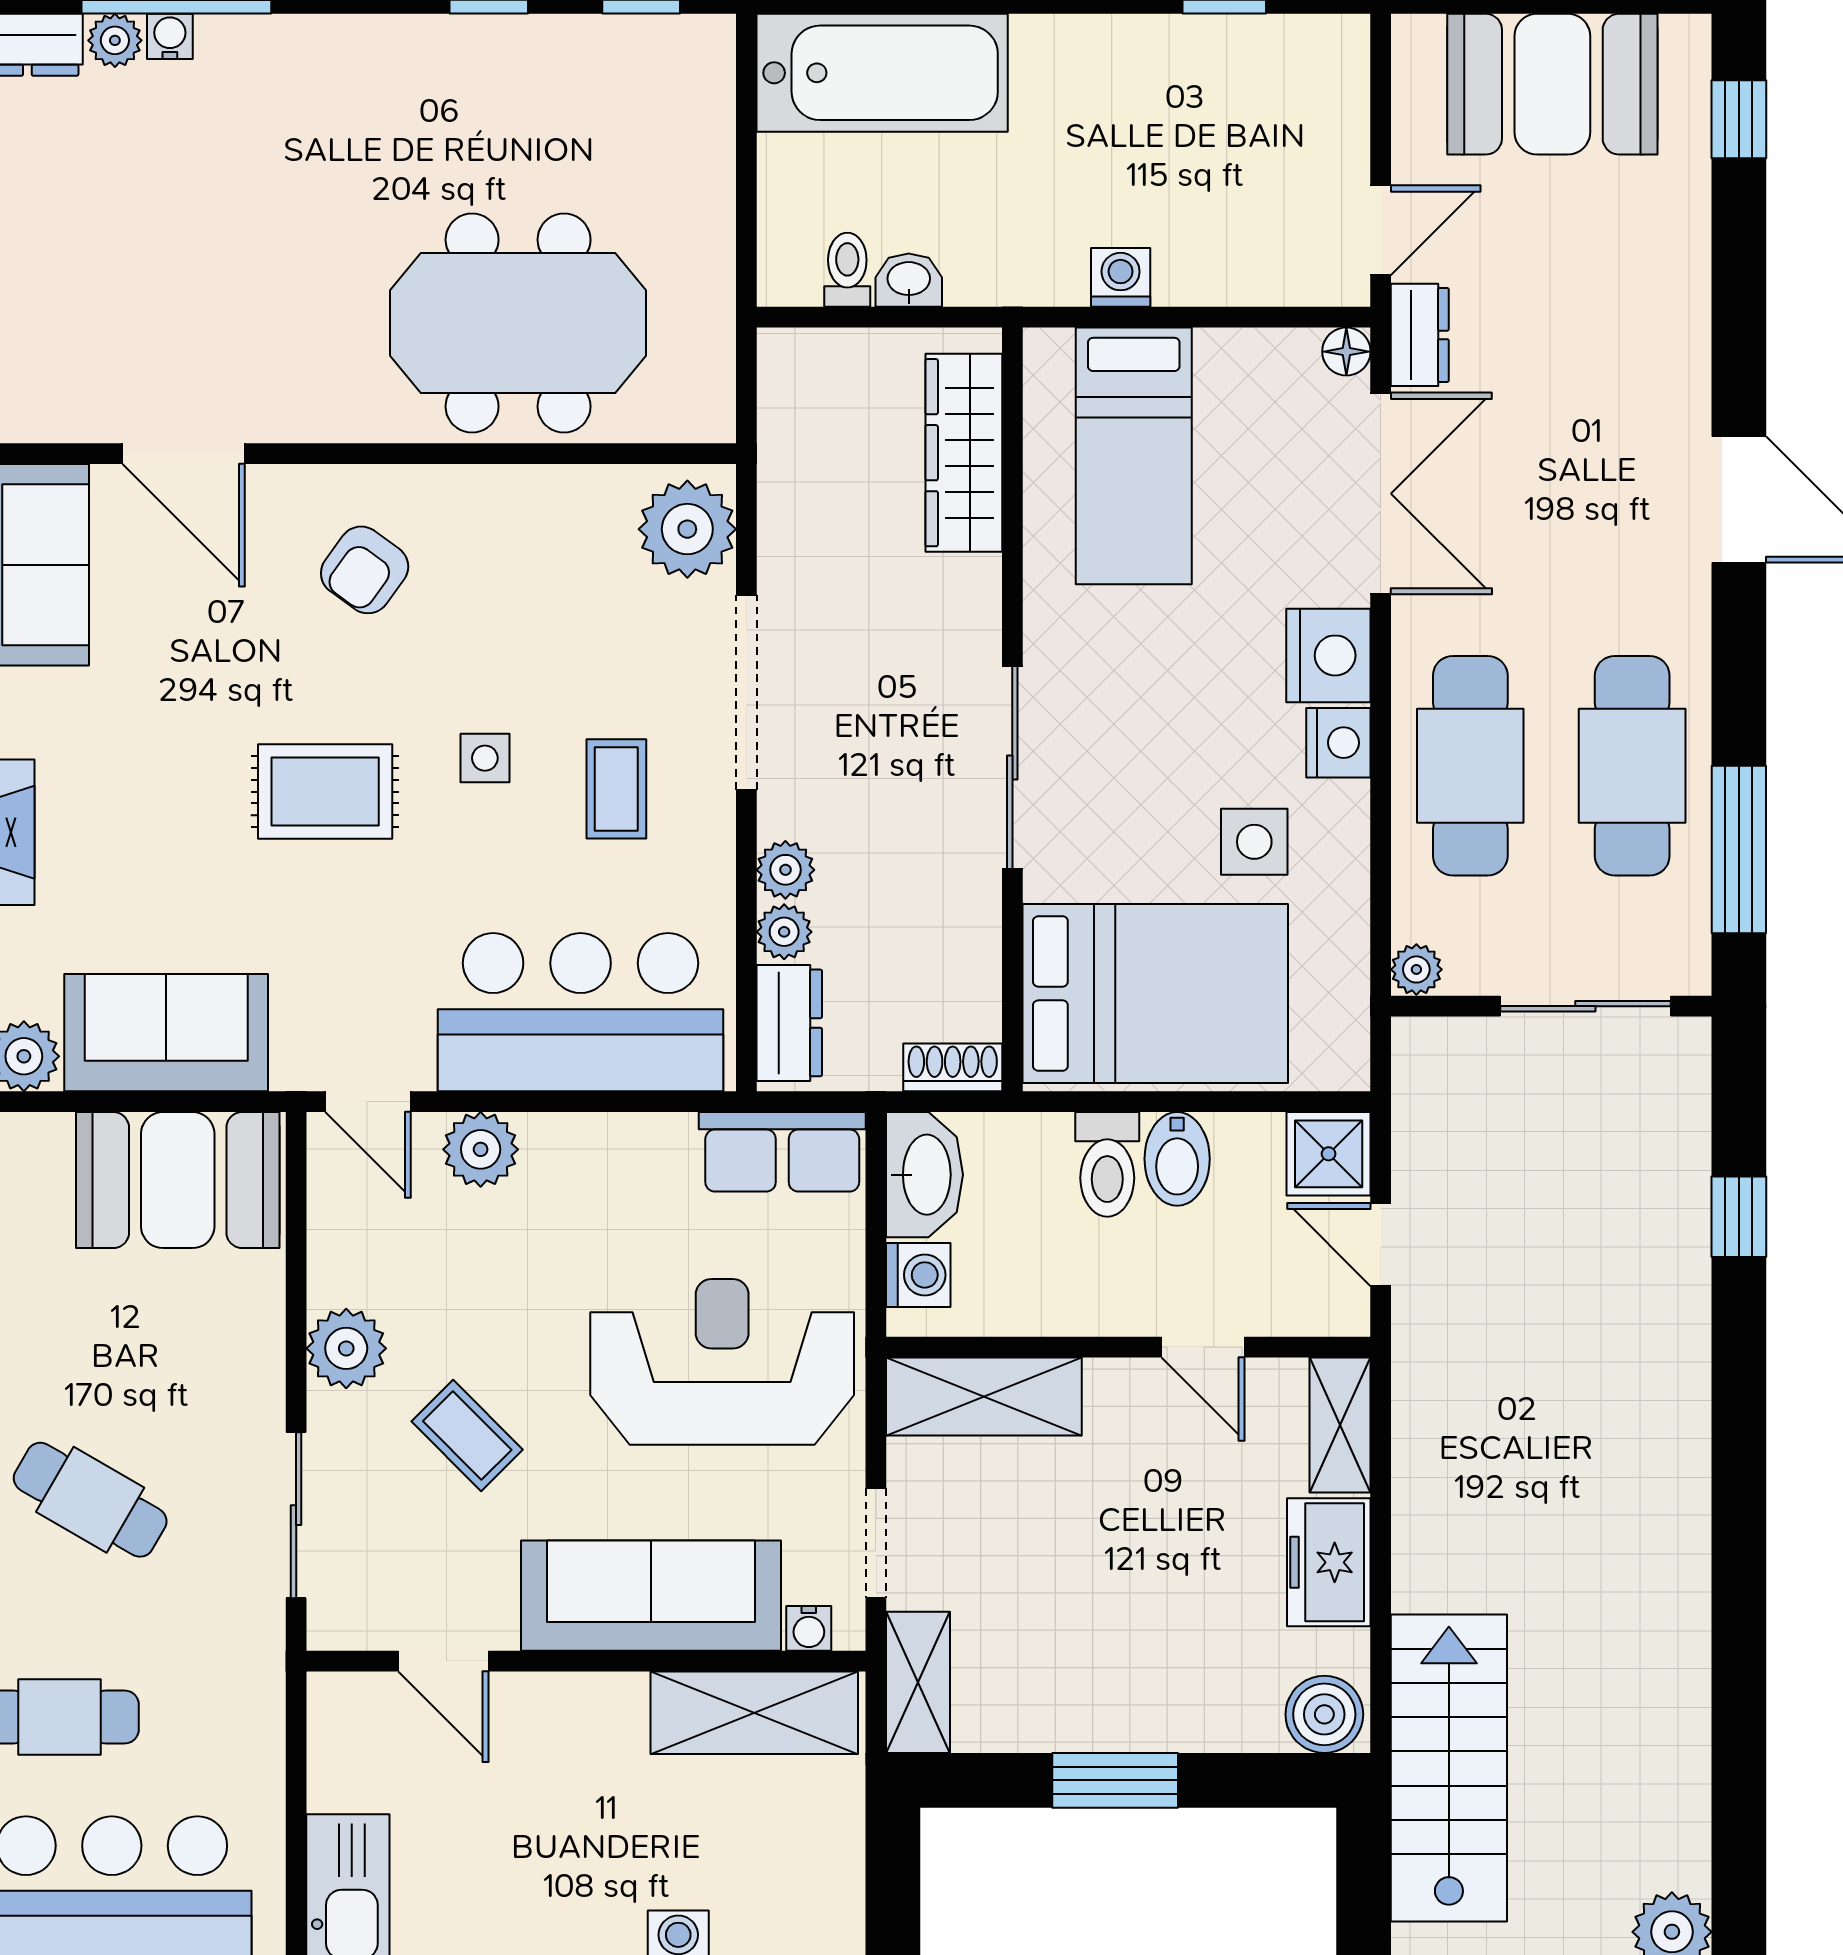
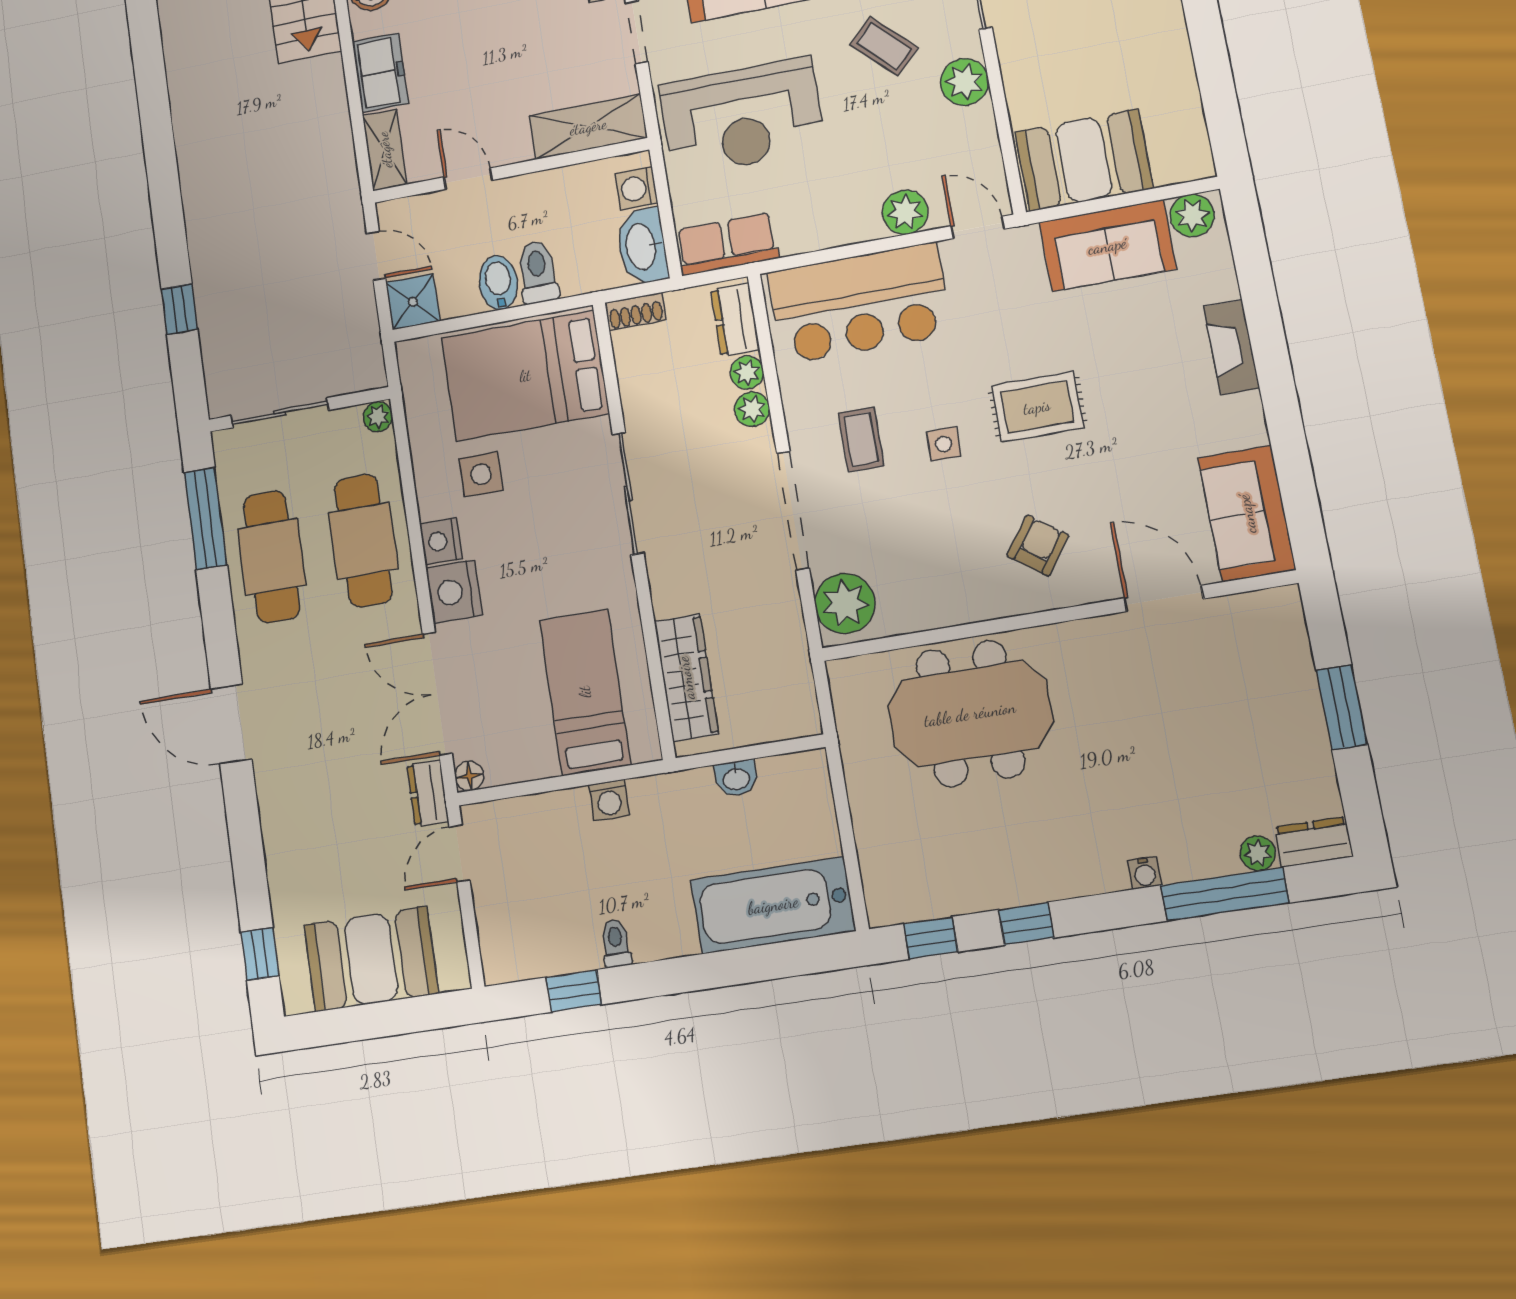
water cooler: (170, 36) -> (1145, 873), moved
toilet: (847, 270) -> (616, 943), moved, turned 180

